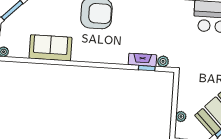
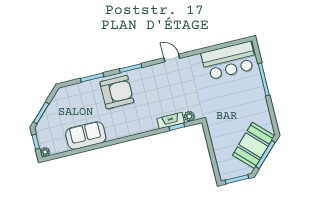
plant: (181, 117) -> (221, 160), removed

